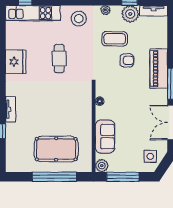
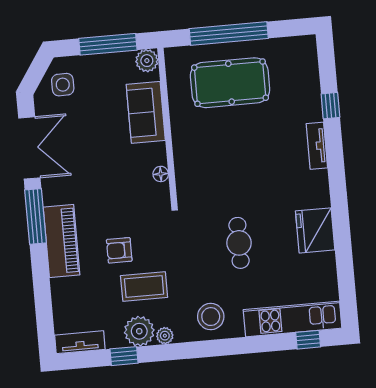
plant: (130, 14) -> (139, 331), moved

